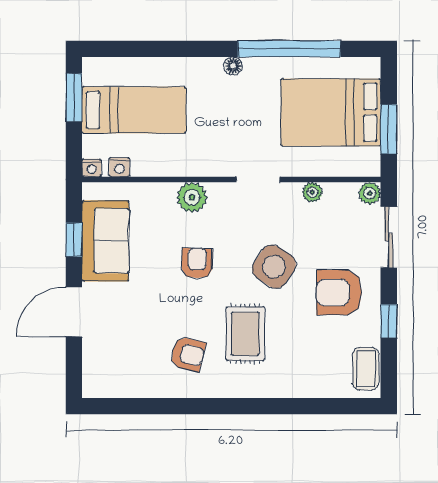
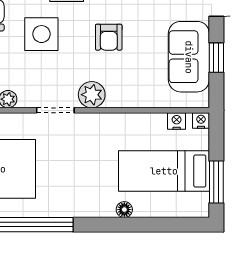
floor lamp: (233, 66) -> (124, 210), moved
plant: (192, 197) -> (92, 95), moved
side table: (274, 267) -> (41, 34), turned -34

